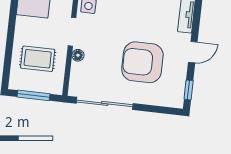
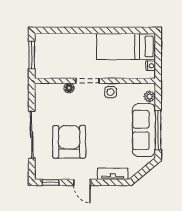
rug: (38, 59) -> (62, 55), removed
sliding door: (105, 103) -> (32, 135), moved

